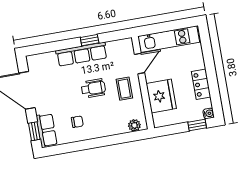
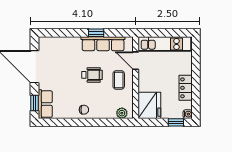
row of seats: (82, 54) -> (103, 44), moved
door: (140, 64) -> (136, 61), swing flipped
fridge: (161, 96) -> (149, 105), moved
chair: (77, 122) -> (84, 110), moved

